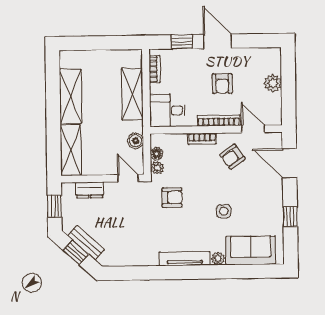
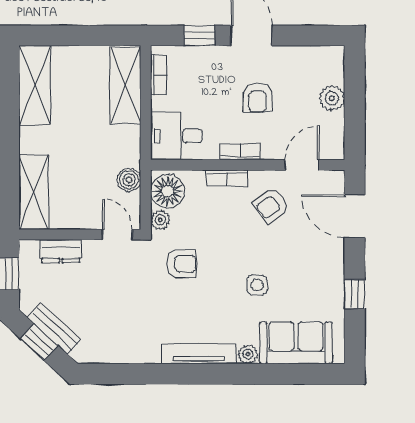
shelving: (132, 94) -> (125, 85), moved
shelving: (71, 96) -> (35, 85), moved
bookcase: (219, 121) -> (240, 152), width x0.64
door: (253, 129) -> (302, 165), hinge flipped
floor lamp: (156, 154) -> (168, 191), width x1.89, depth x1.89

